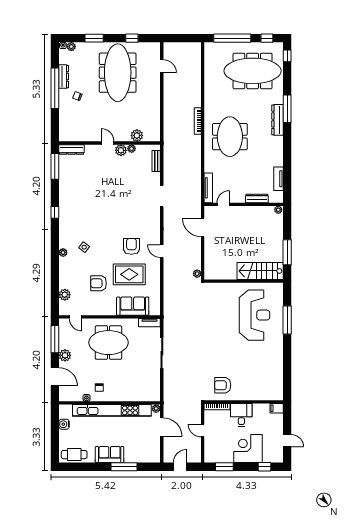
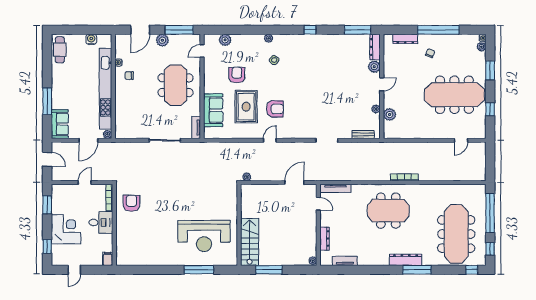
dresser: (64, 77) -> (405, 39), moved
plant: (121, 150) -> (374, 67), moved
sofa: (110, 455) -> (60, 124), moved

